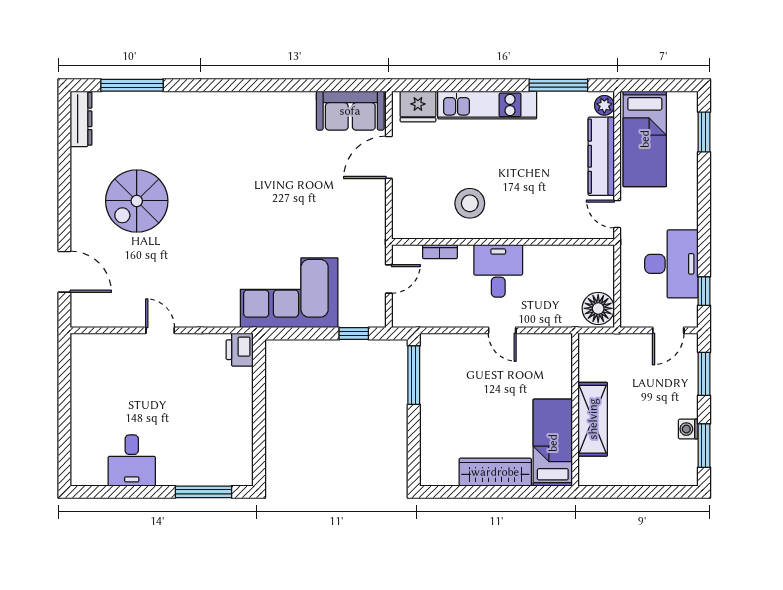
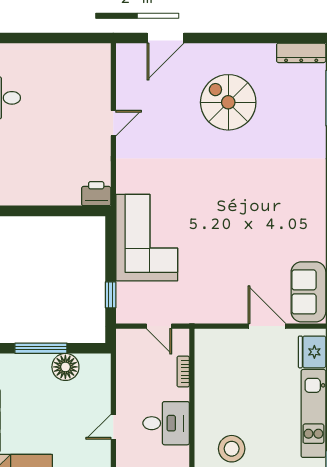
stool: (470, 203) -> (232, 449), moved
window: (414, 375) -> (41, 348), moved
floor lamp: (435, 384) -> (65, 367), added

